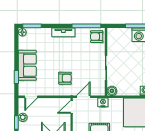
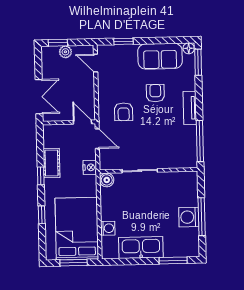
armchair: (97, 37) -> (155, 93), moved
sofa: (27, 65) -> (160, 56), moved

